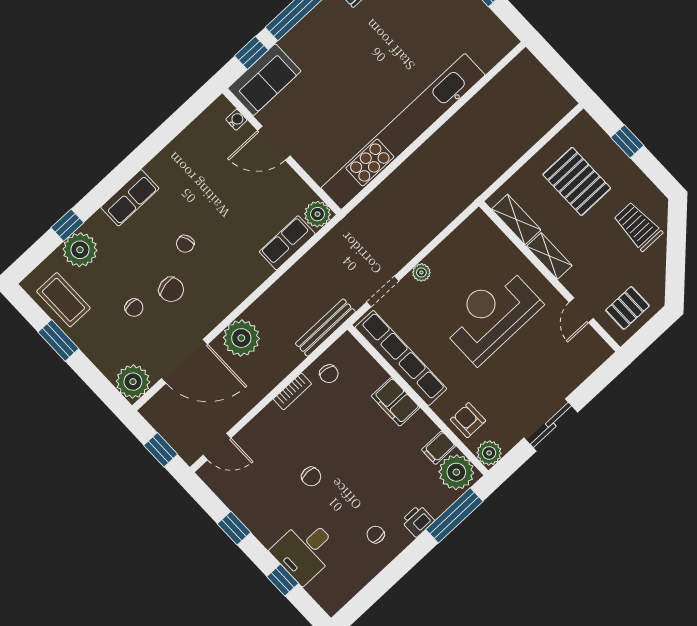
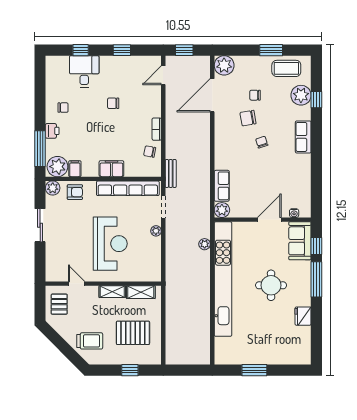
round table: (354, 64) -> (271, 285), added
bench: (325, 328) -> (171, 173), width x0.73
plant: (241, 338) -> (205, 244), moved, width x0.53, depth x0.53

